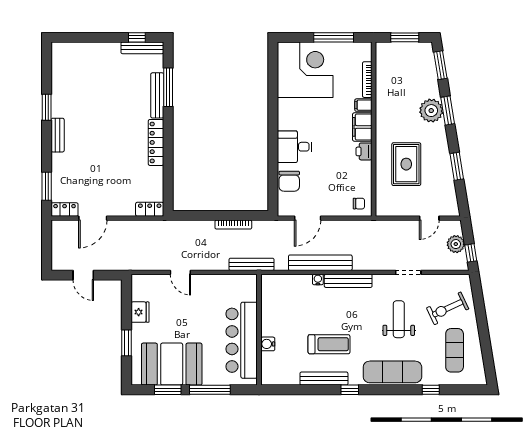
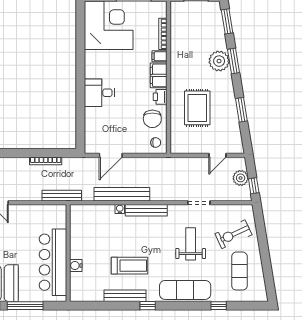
chair: (289, 181) -> (152, 119), moved

